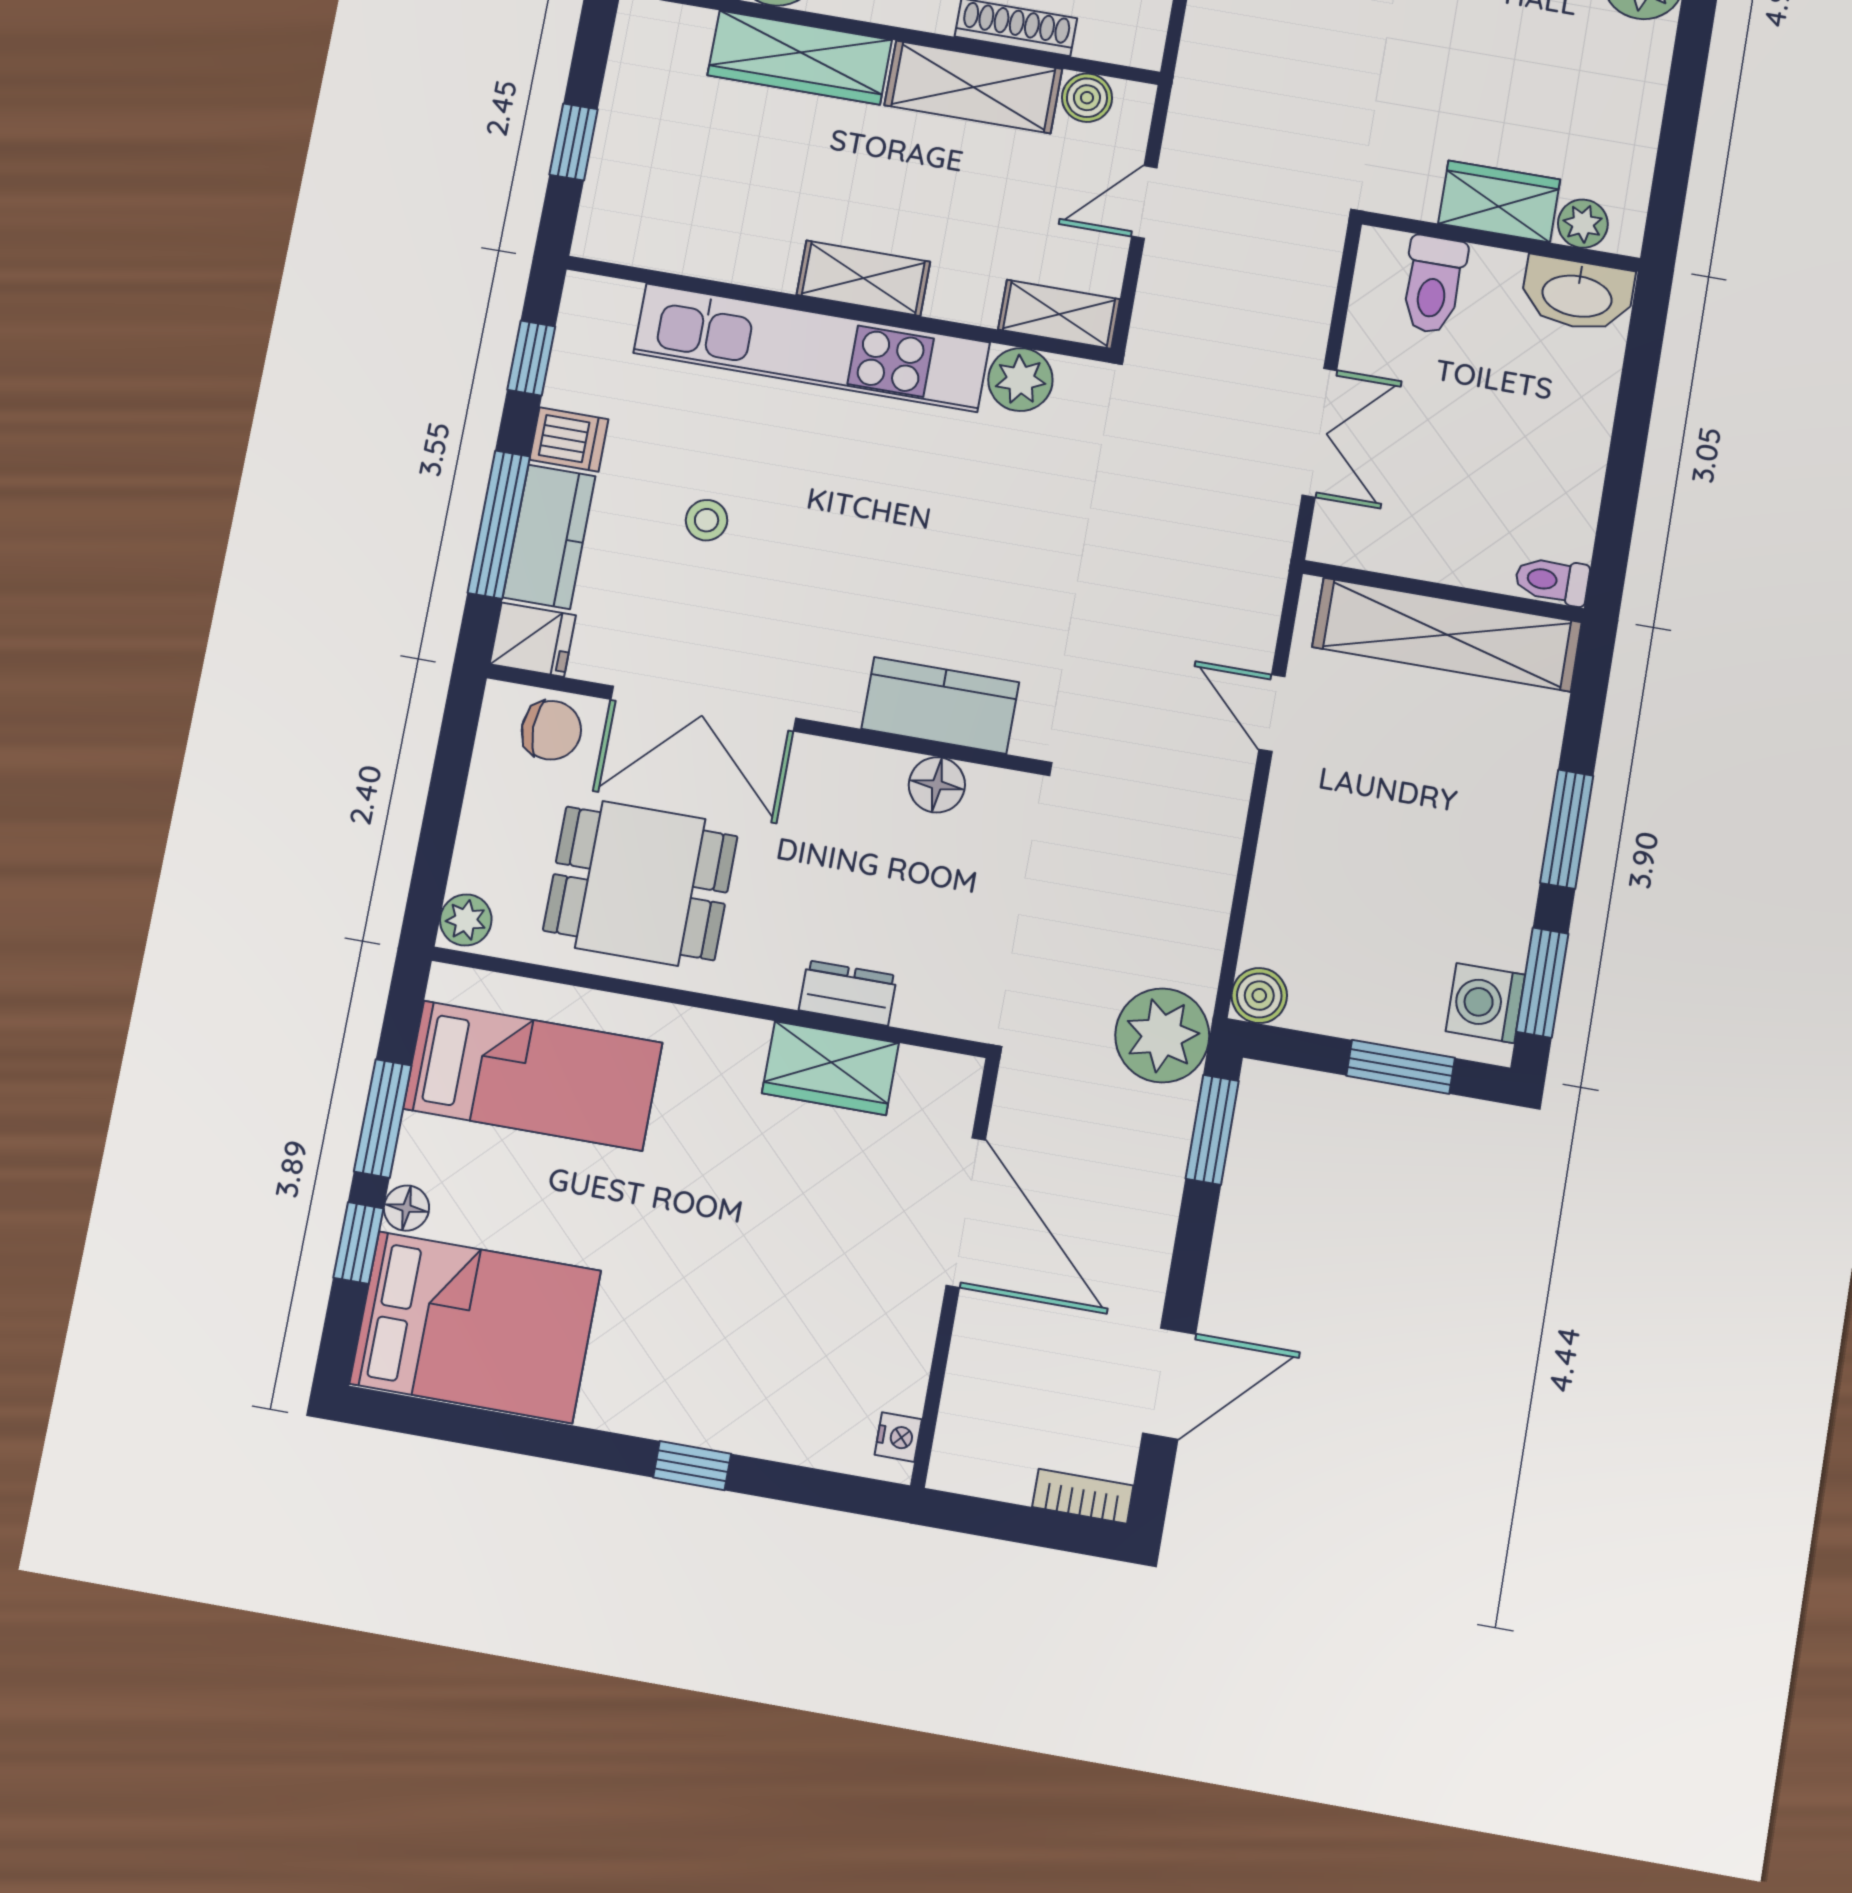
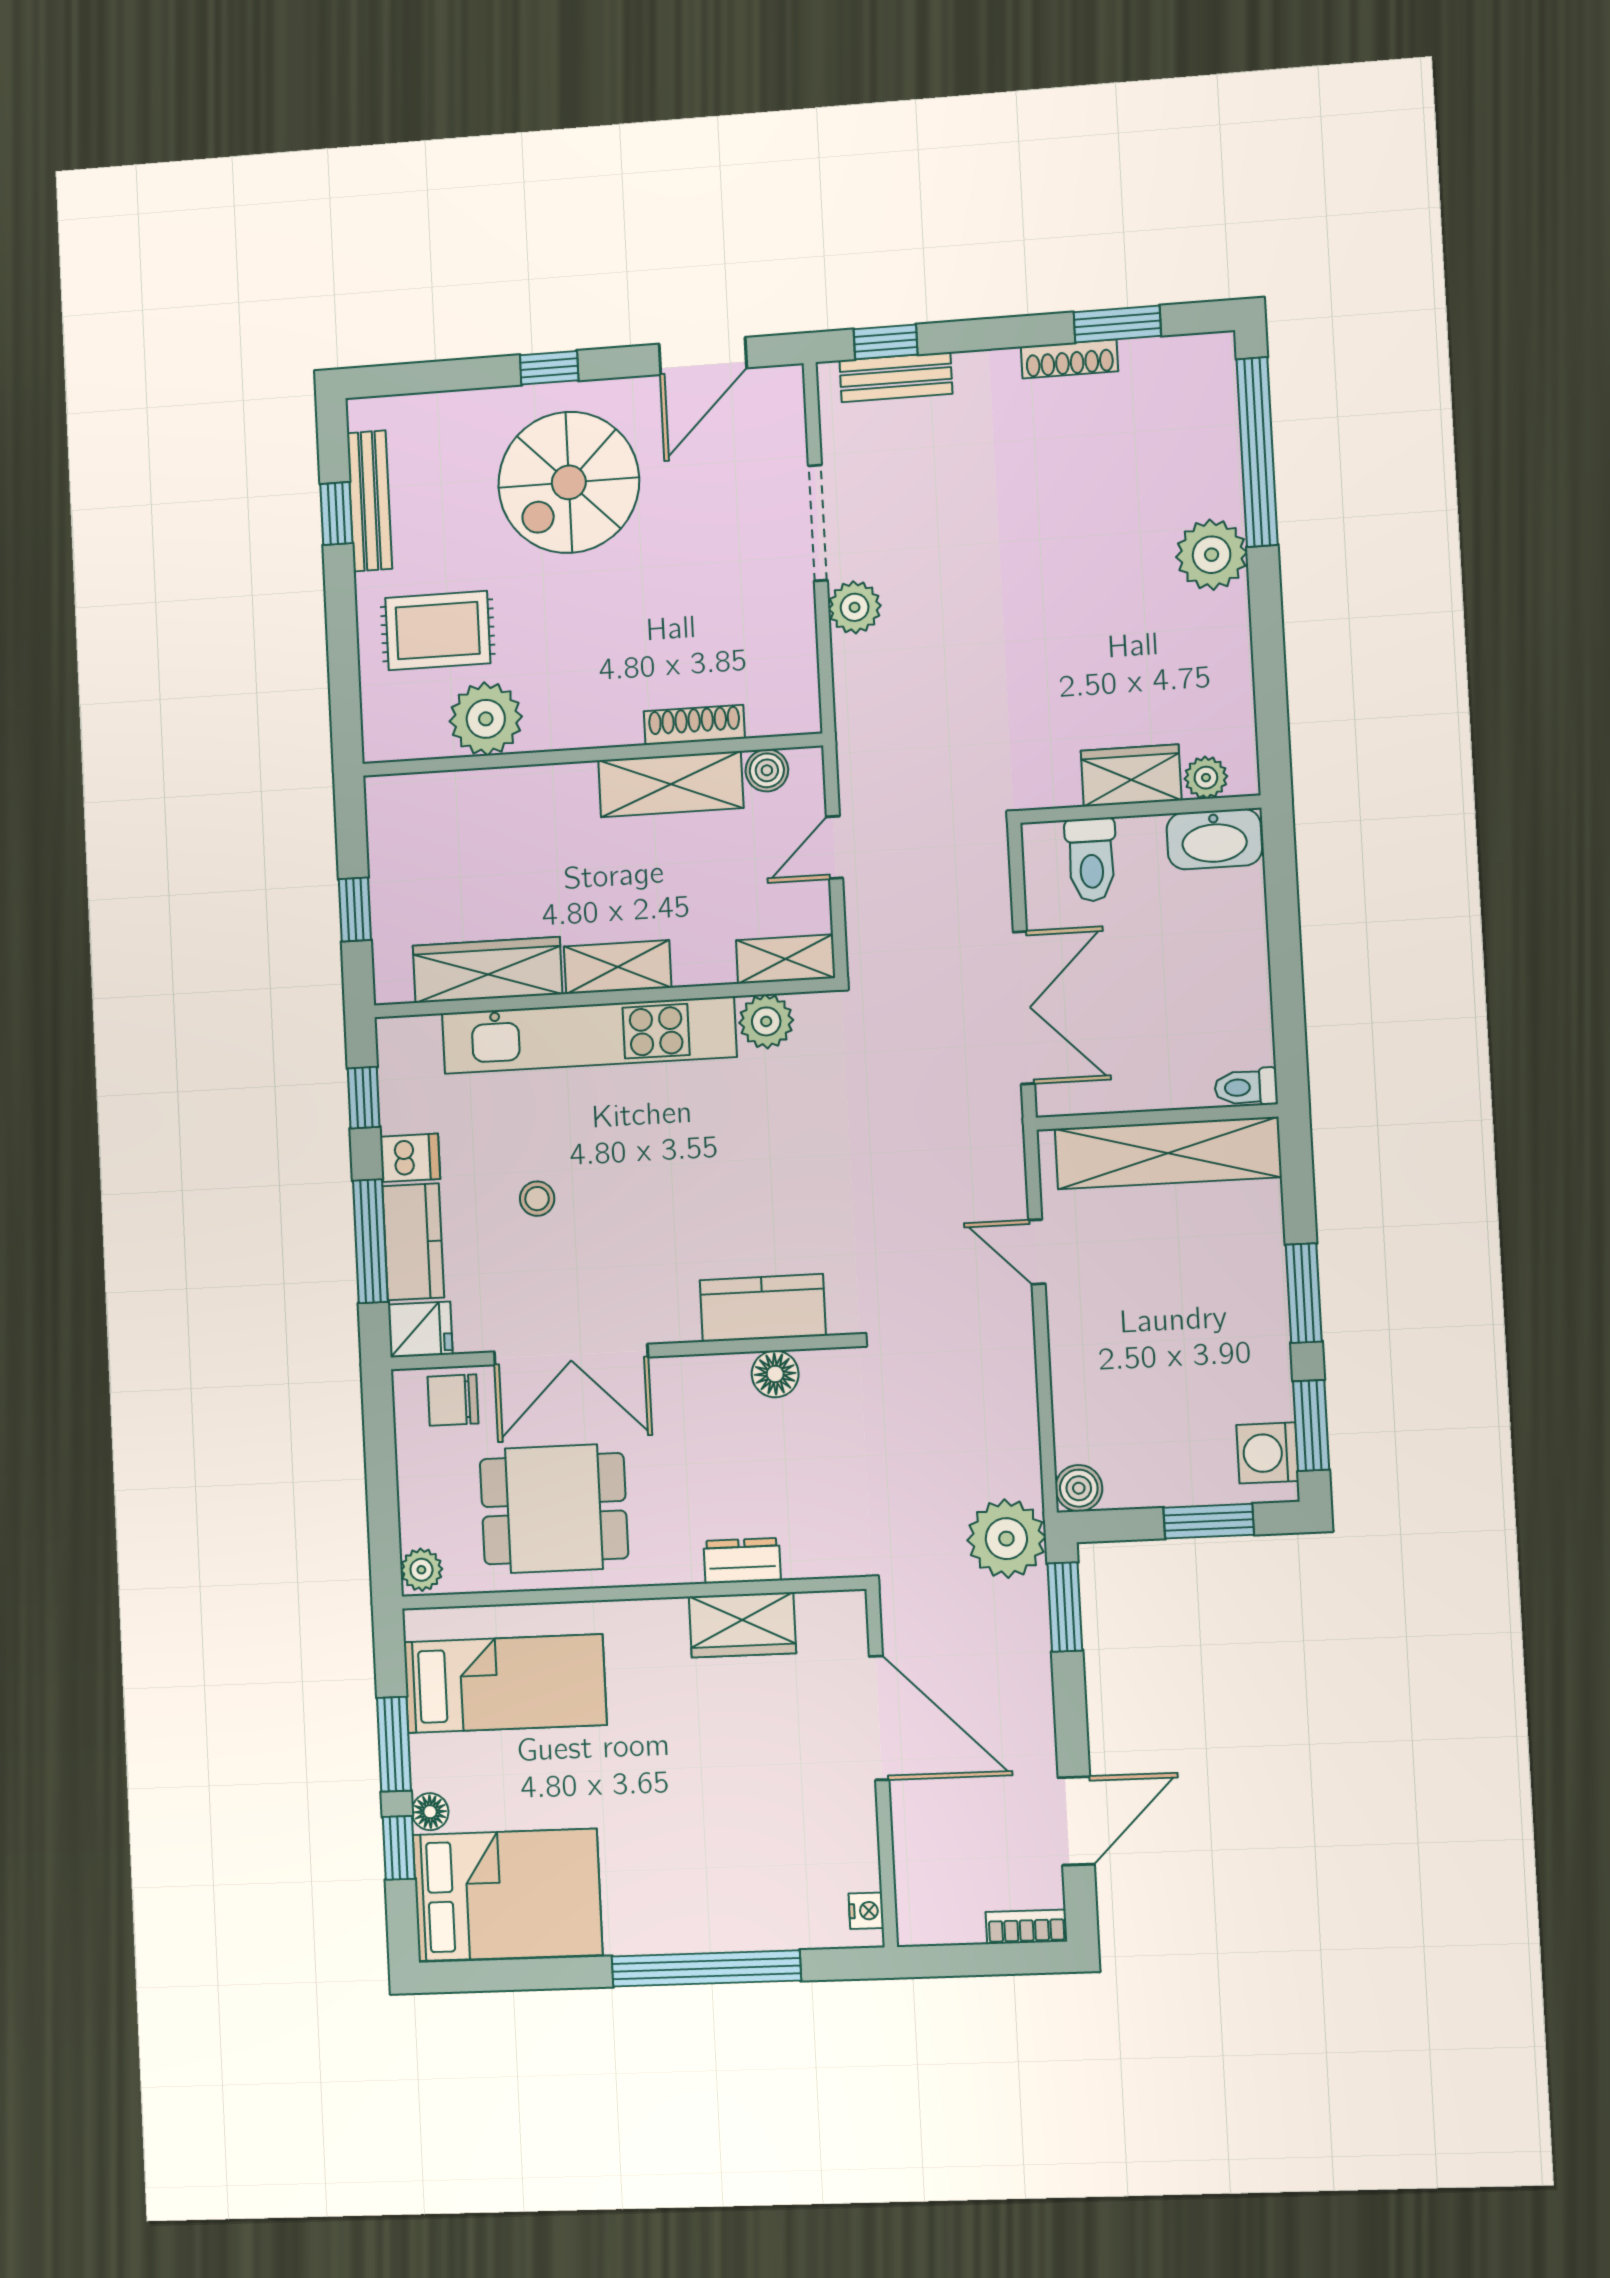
wardrobe: (800, 58) -> (487, 970), moved, turned 180
double door: (1319, 433) -> (1024, 1008), width x1.37
chair: (551, 730) -> (453, 1400), turned 180
window: (692, 1466) -> (706, 1968), width x3.17

